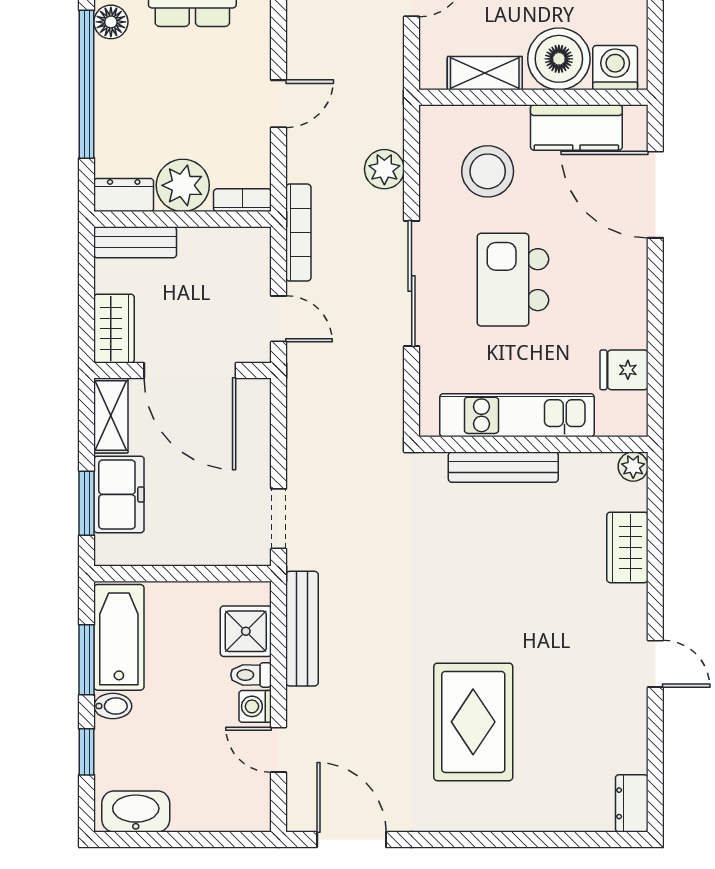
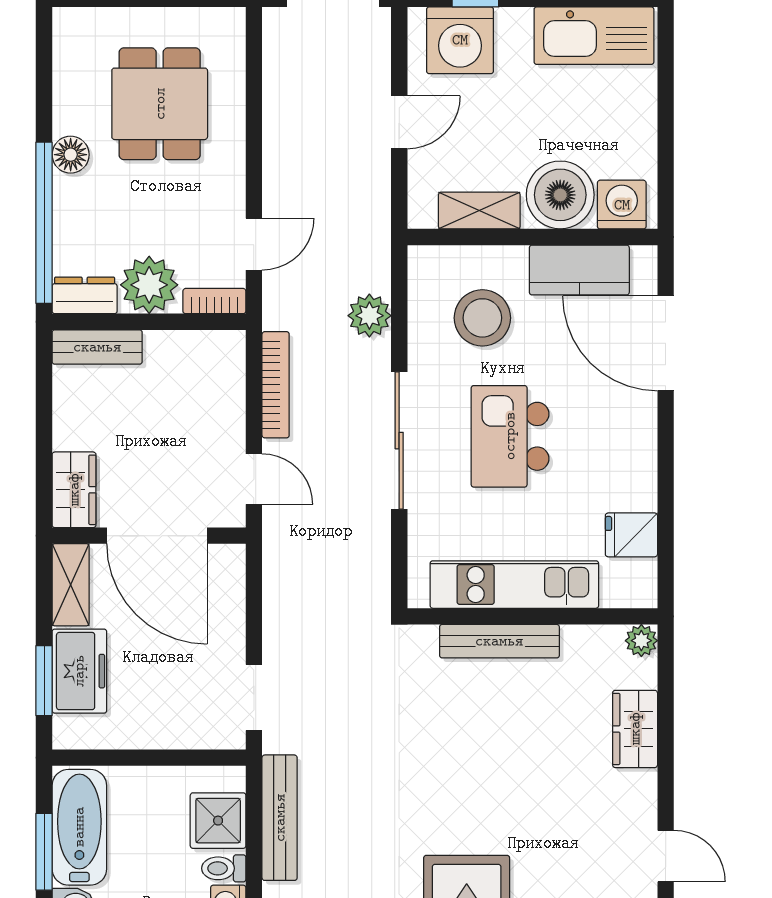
plant: (183, 185) -> (149, 285), moved
dresser: (124, 195) -> (85, 295), moved
bookcase: (242, 200) -> (214, 301), moved
wall: (183, 219) -> (149, 322), moved
bench: (135, 242) -> (97, 347), moved

